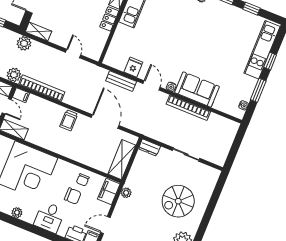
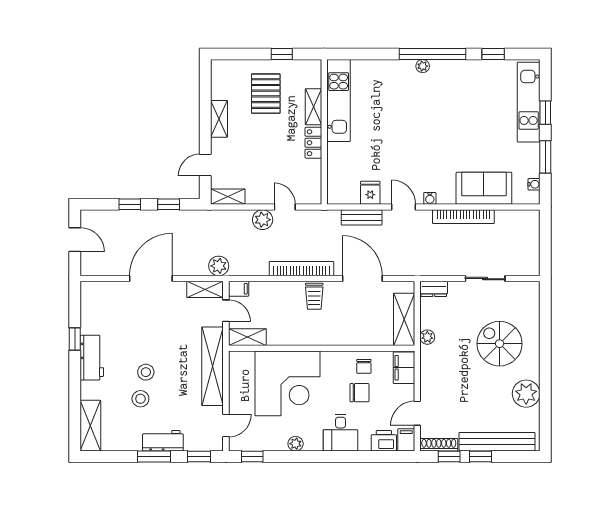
plant: (24, 43) -> (263, 220), moved
bookcase: (42, 88) -> (301, 269), moved
sofa: (197, 90) -> (484, 188), moved
plant: (126, 193) -> (427, 337), moved
spiral stairs: (178, 201) -> (500, 344), turned 90

